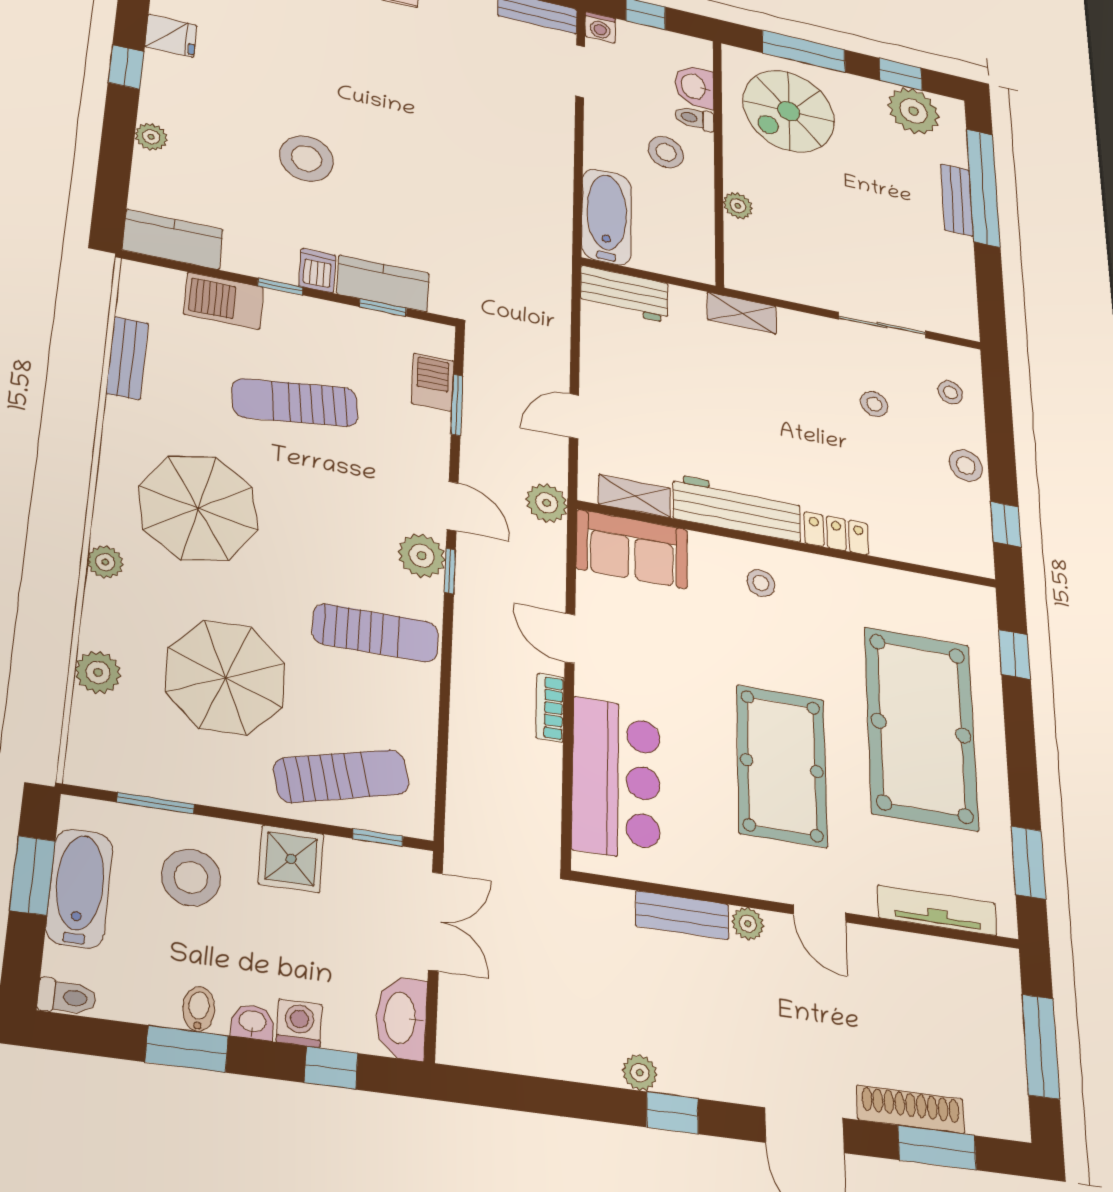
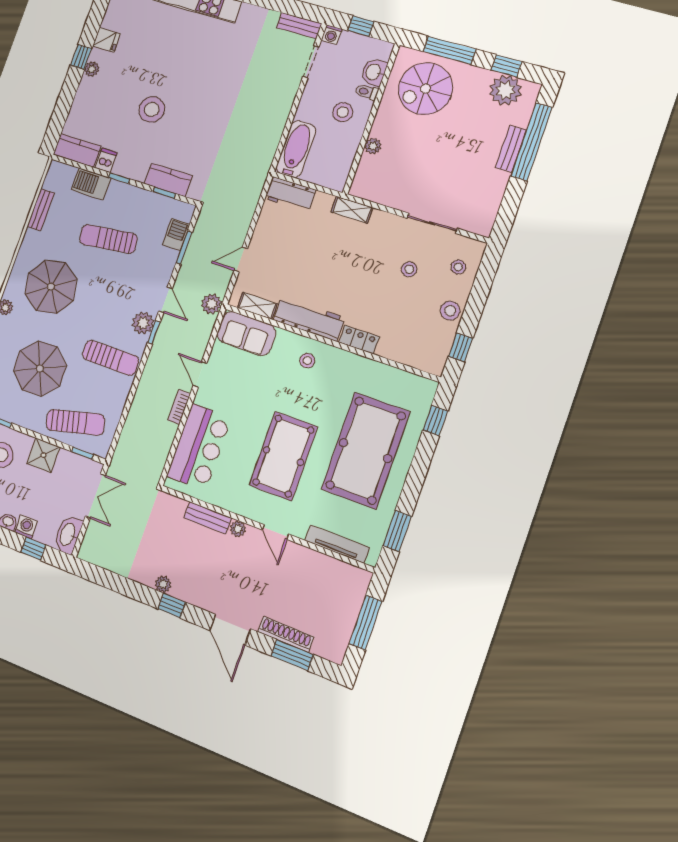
plant: (151, 137) -> (92, 69), moved
dishwasher: (317, 271) -> (106, 160), moved

